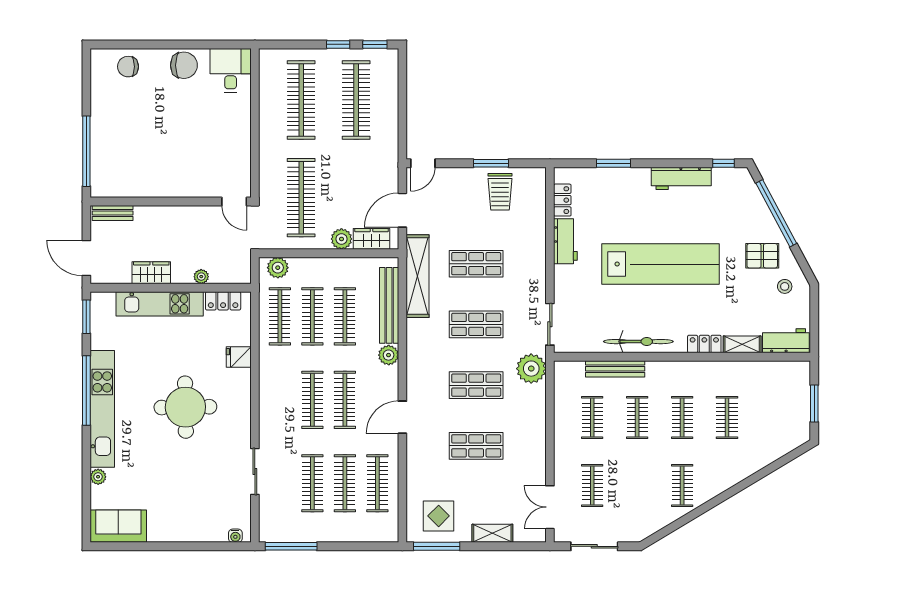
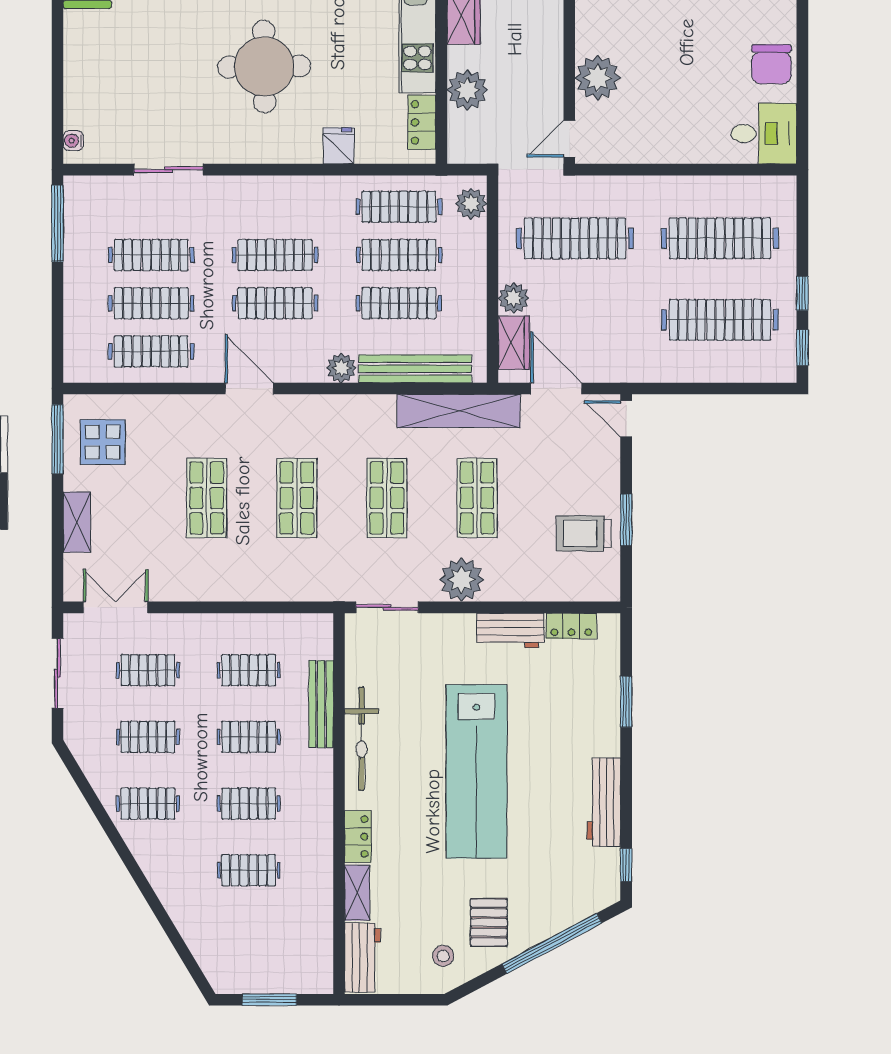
plant: (193, 182) -> (598, 78), added
plant: (201, 277) -> (467, 90), width x1.87, depth x1.87
plant: (531, 369) -> (462, 580), moved
clothes rail: (637, 485) -> (148, 737), added

